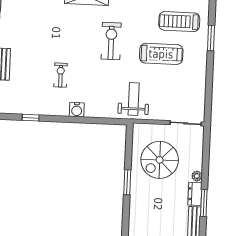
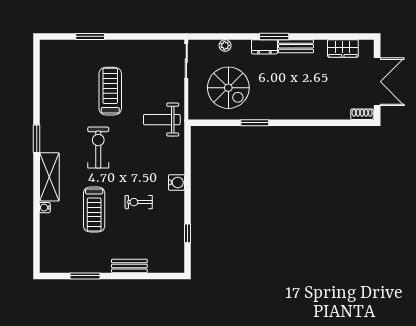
treadmill: (179, 22) -> (94, 209), moved
exercise bike: (111, 41) -> (98, 147), turned 90
plant: (197, 176) -> (225, 45), moved

